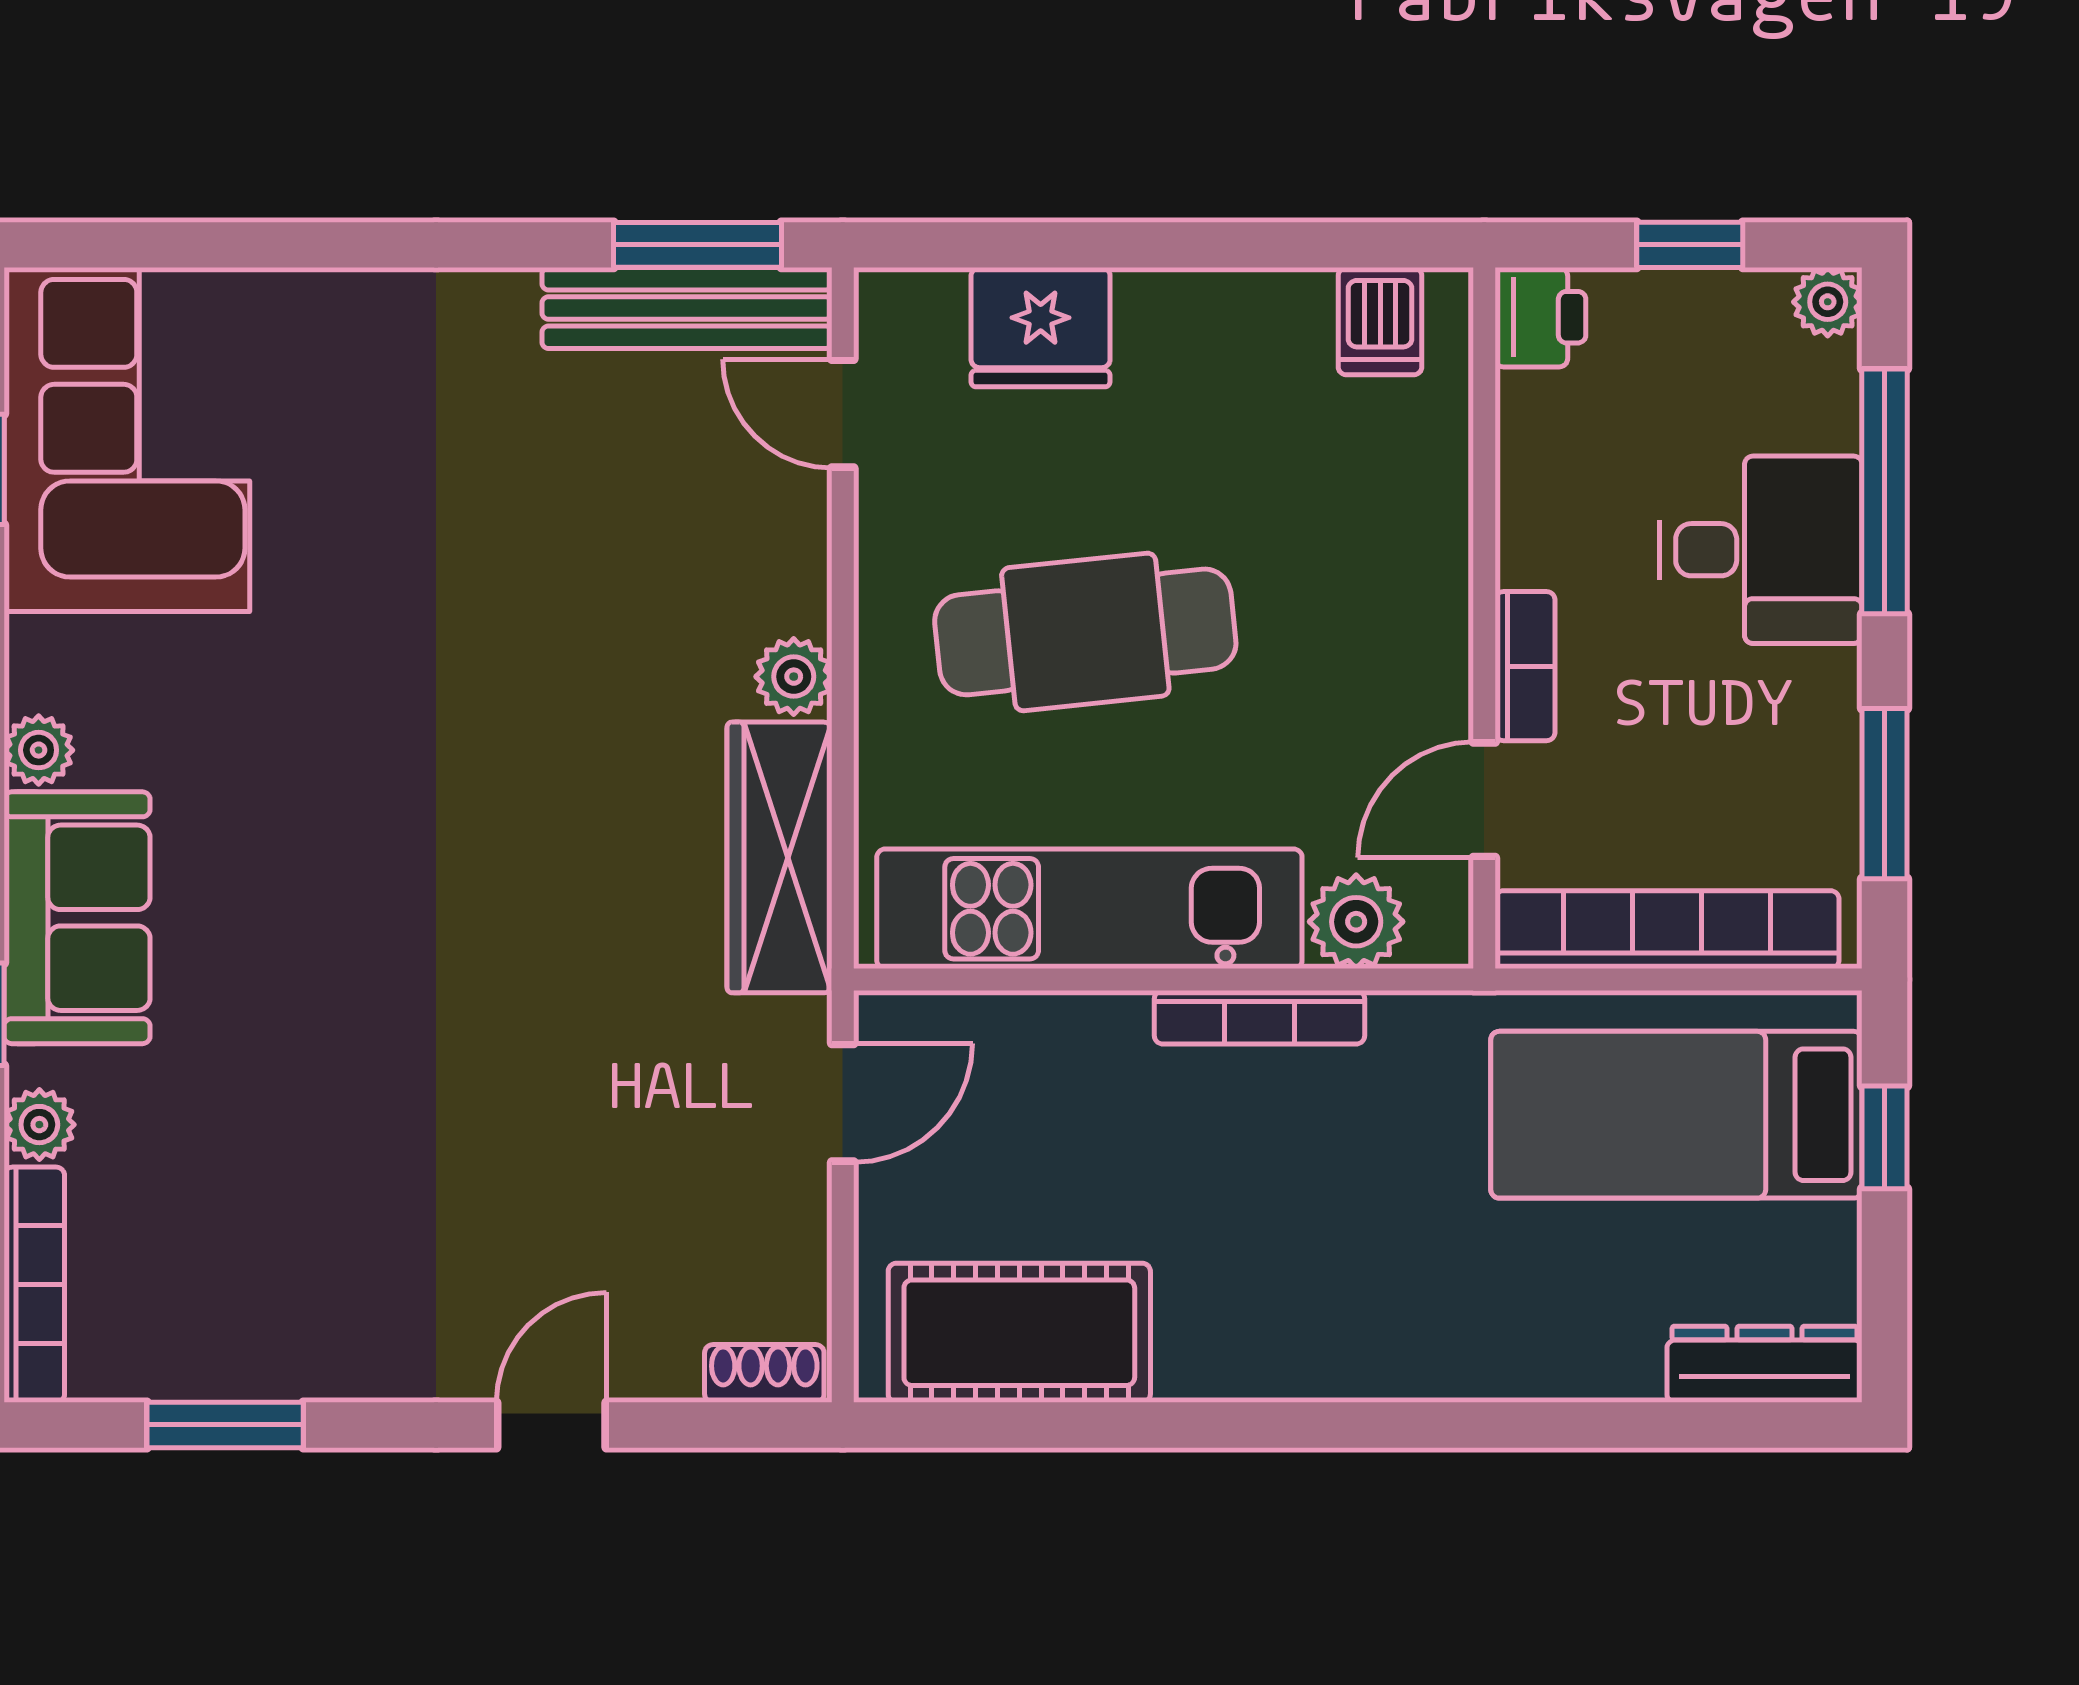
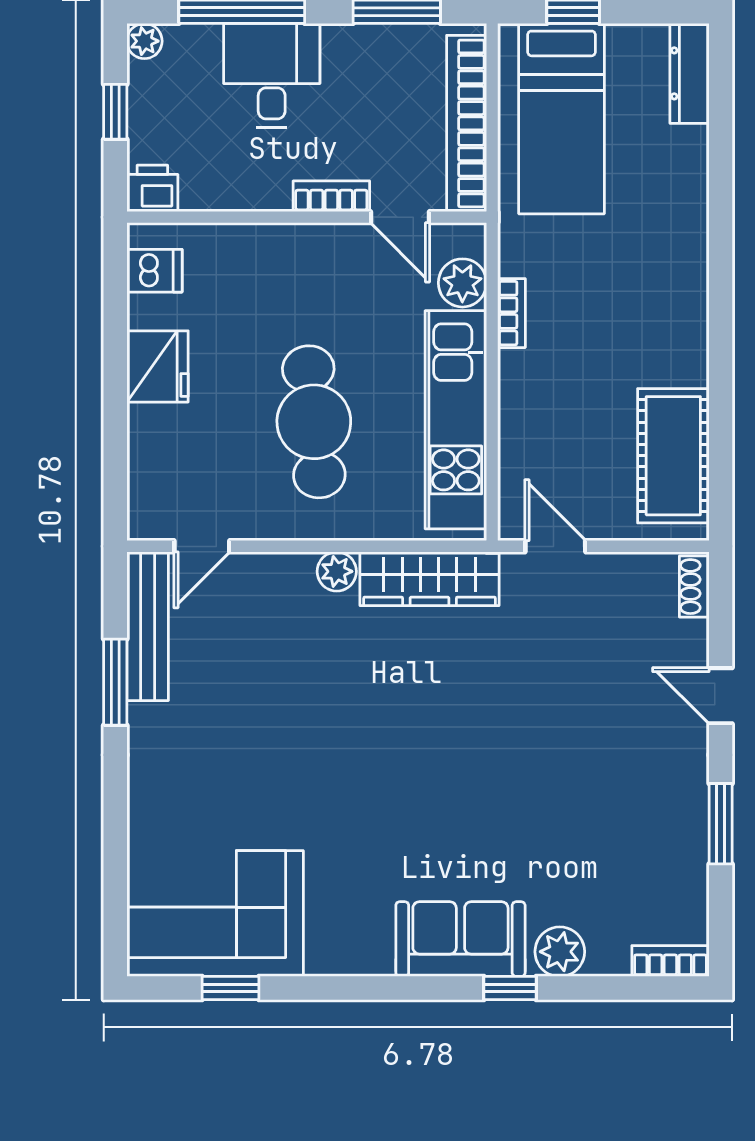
window: (697, 245) -> (115, 682), moved
fridge: (1041, 327) -> (157, 366), moved
plant: (39, 750) -> (374, 959), removed
bookcase: (1260, 1017) -> (511, 313), width x0.64
plant: (39, 1125) -> (560, 952), width x1.38, depth x1.38
bookcase: (34, 1285) -> (670, 961), width x0.64
window: (225, 1425) -> (721, 824), moved

